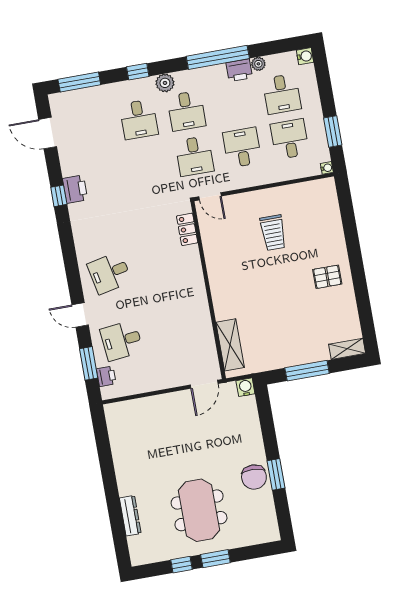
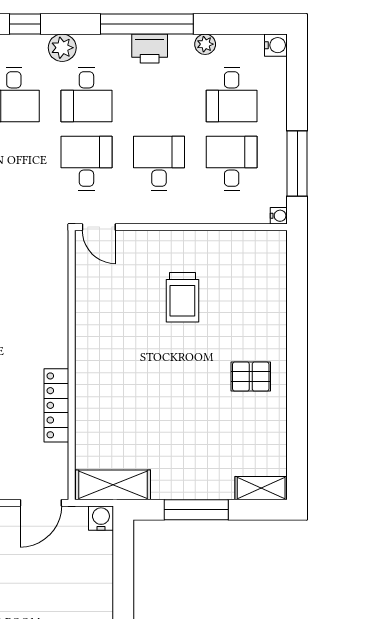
printer: (239, 70) -> (150, 49), moved
window: (333, 131) -> (297, 164), width x1.44
desk: (194, 156) -> (86, 163), turned 180
locker: (187, 229) -> (56, 405), moved, width x1.53
shelving: (230, 345) -> (113, 485), moved, turned 90

